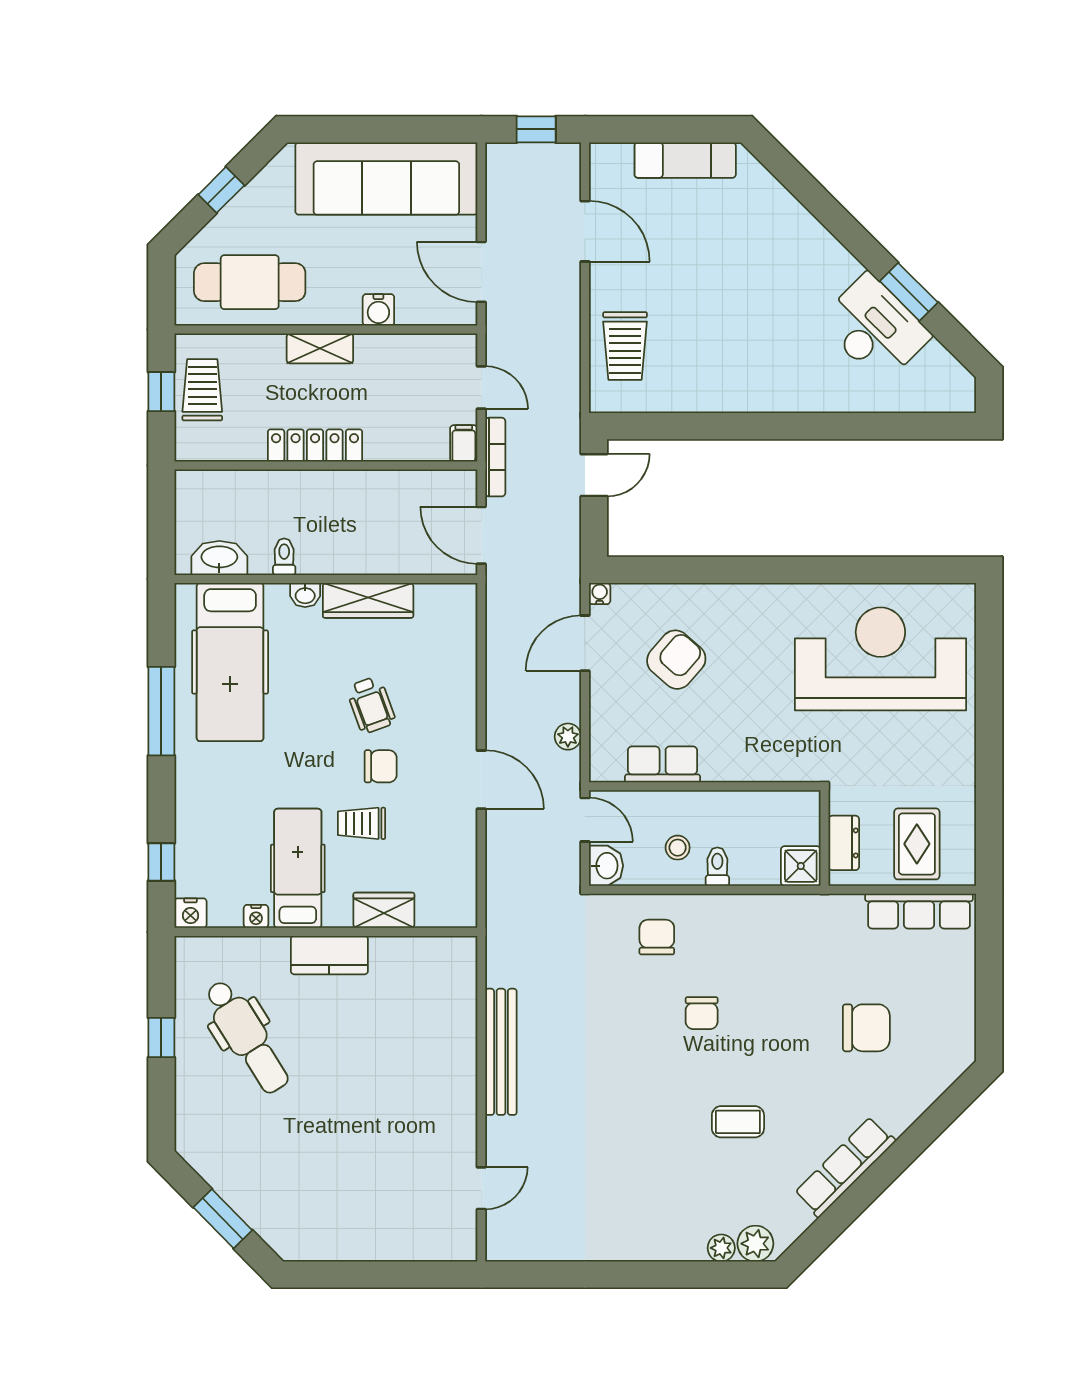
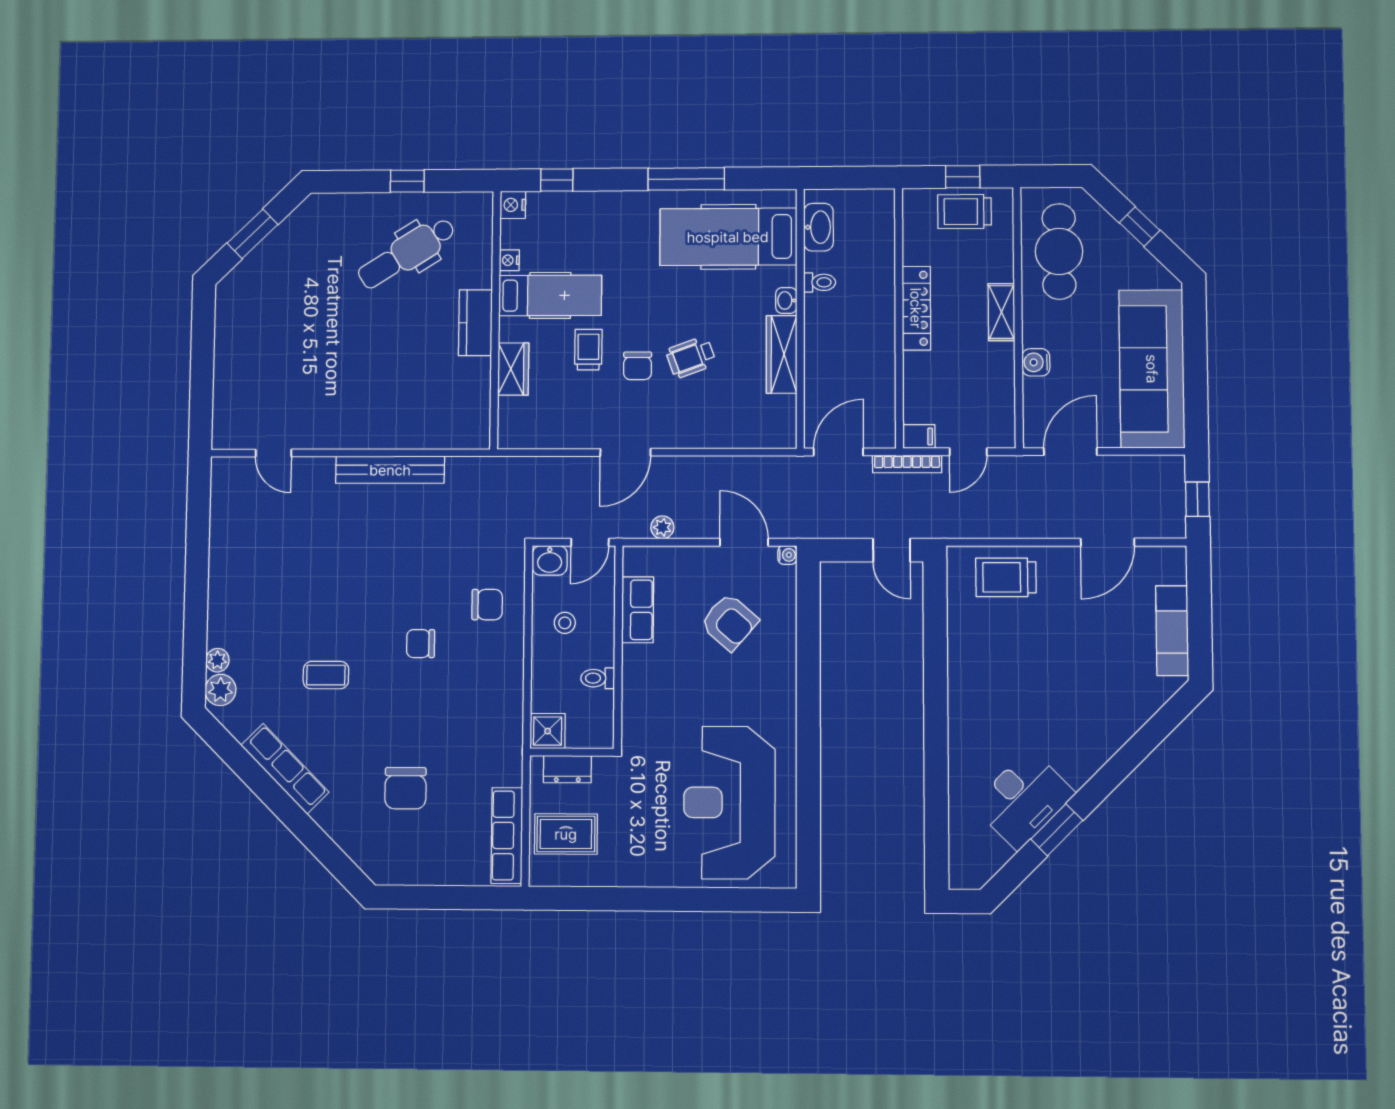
trolley: (202, 390) -> (965, 212), turned 180
reception desk: (880, 659) -> (729, 803), turned 180
toilet: (717, 867) -> (598, 678), moved, turned 180
coffee table: (738, 1122) -> (326, 675), turned 90

